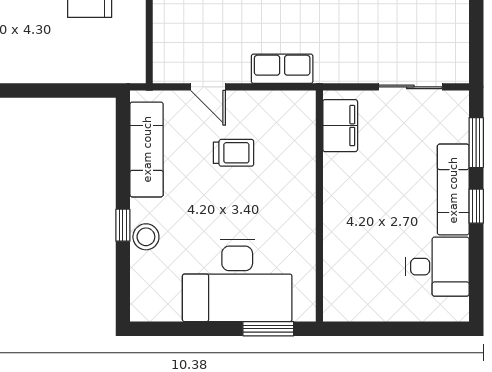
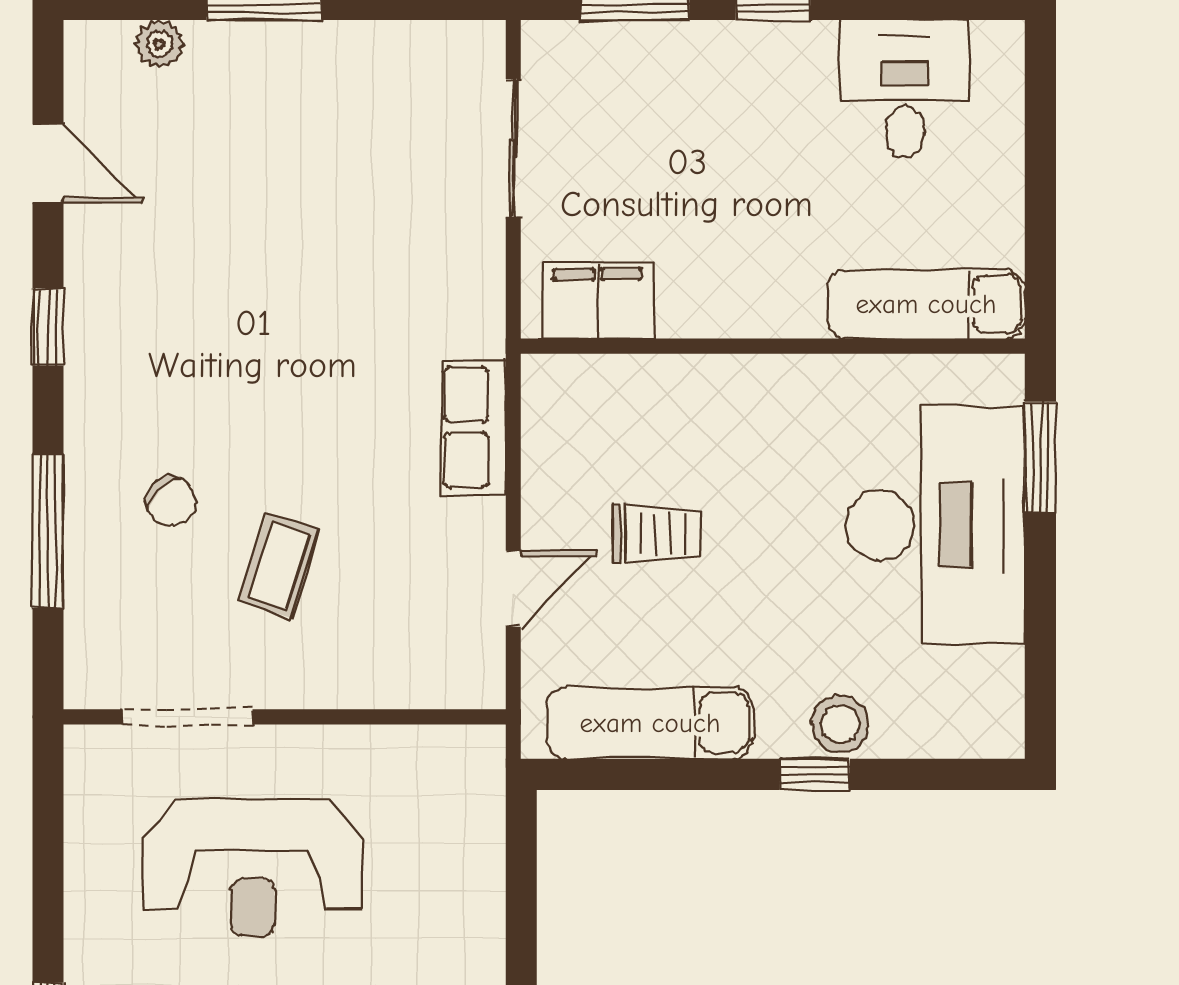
trolley: (234, 153) -> (657, 533), turned 90
exam couch: (453, 190) -> (926, 304), moved, turned 180

